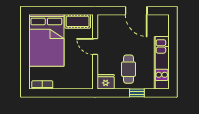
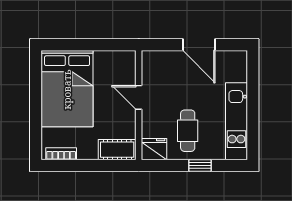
cot: (78, 21) -> (117, 150), moved

